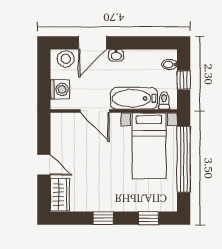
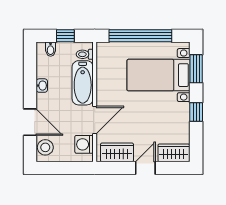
washbasin: (116, 55) -> (42, 86), moved
washing machine: (60, 89) -> (84, 144), moved, turned -90
wardrobe: (61, 135) -> (117, 152), added
bed with nightstands: (149, 146) -> (159, 75), moved, turned 180
window: (149, 218) -> (196, 69), width x1.50

